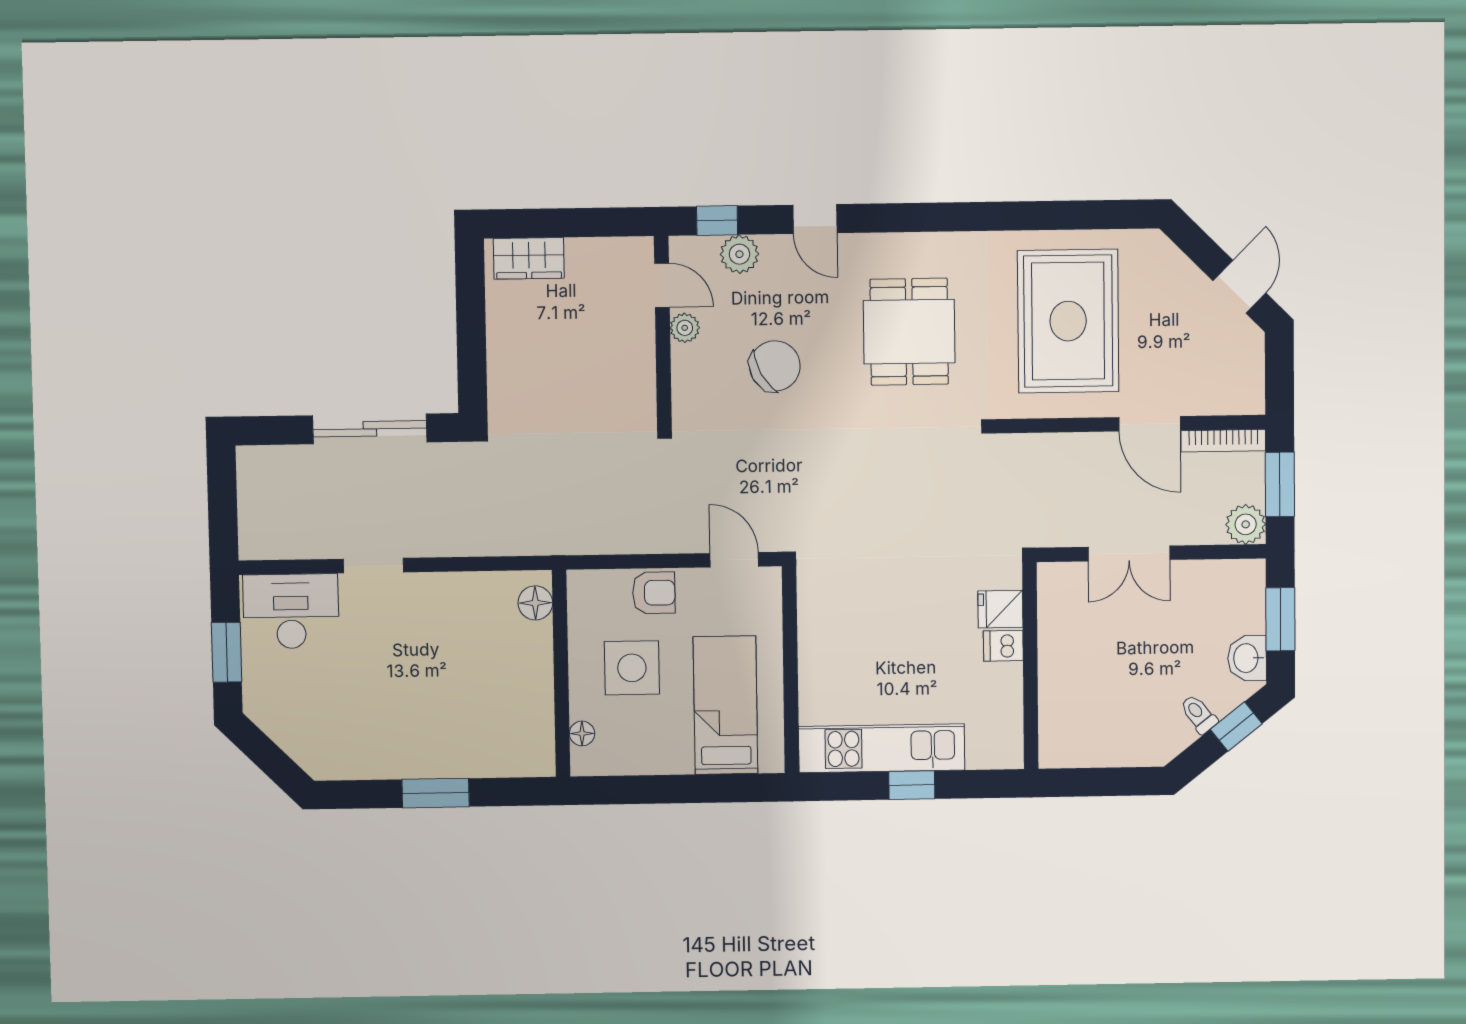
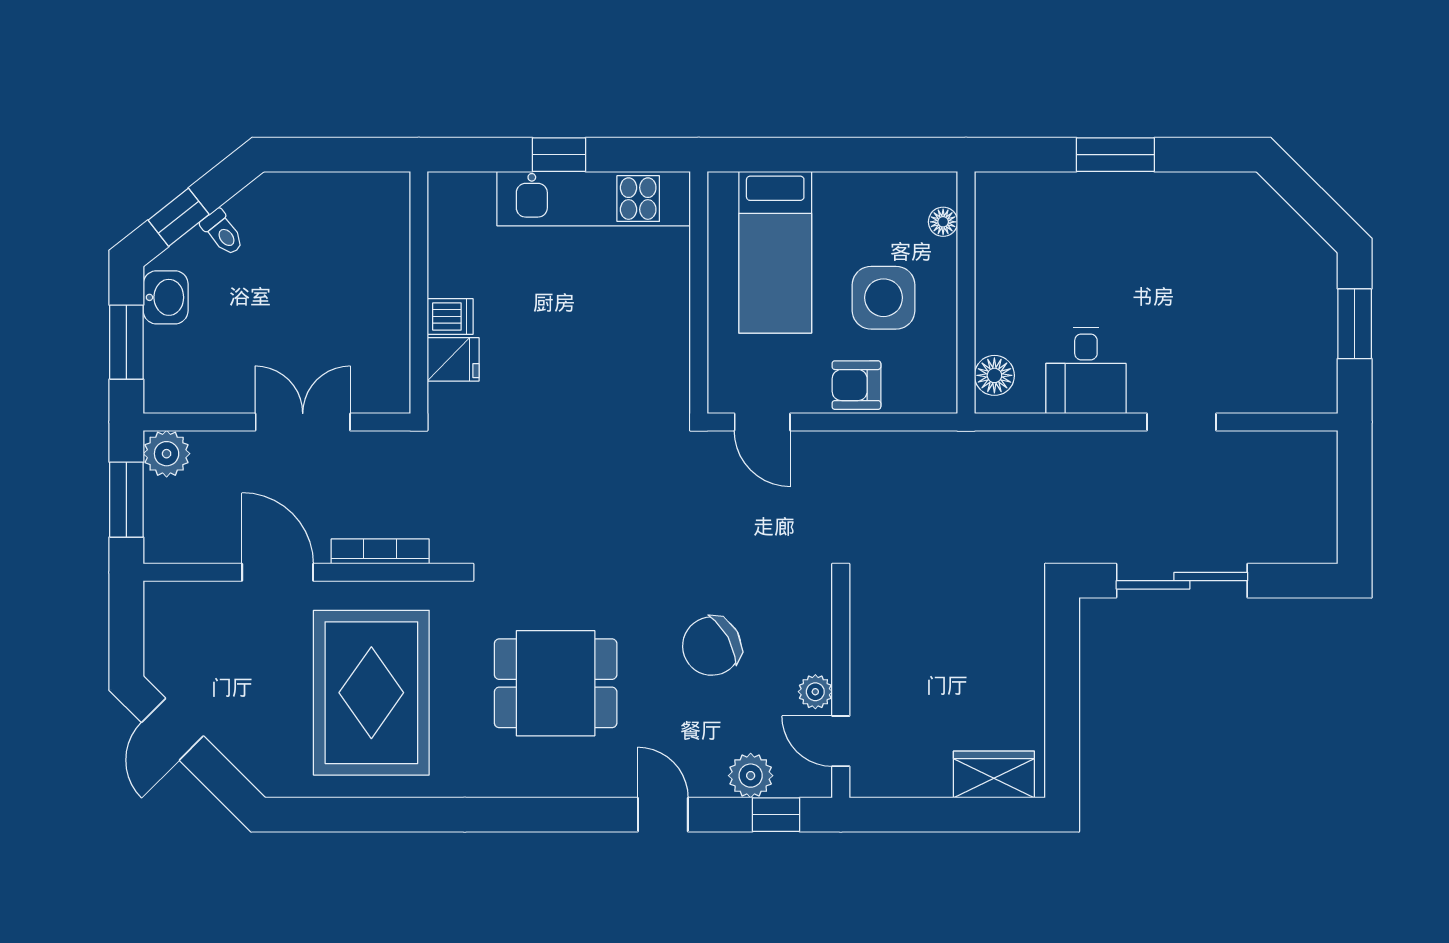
dining table: (909, 332) -> (556, 683), turned 90
bookcase: (1223, 441) -> (380, 551), moved
desk: (291, 611) -> (1086, 370), moved, width x0.73

